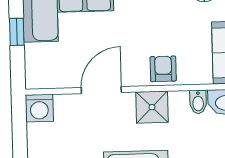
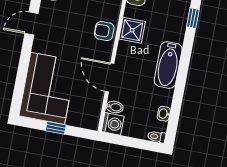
bidet: (198, 102) -> (115, 107), moved
shower: (152, 107) -> (132, 30), moved

